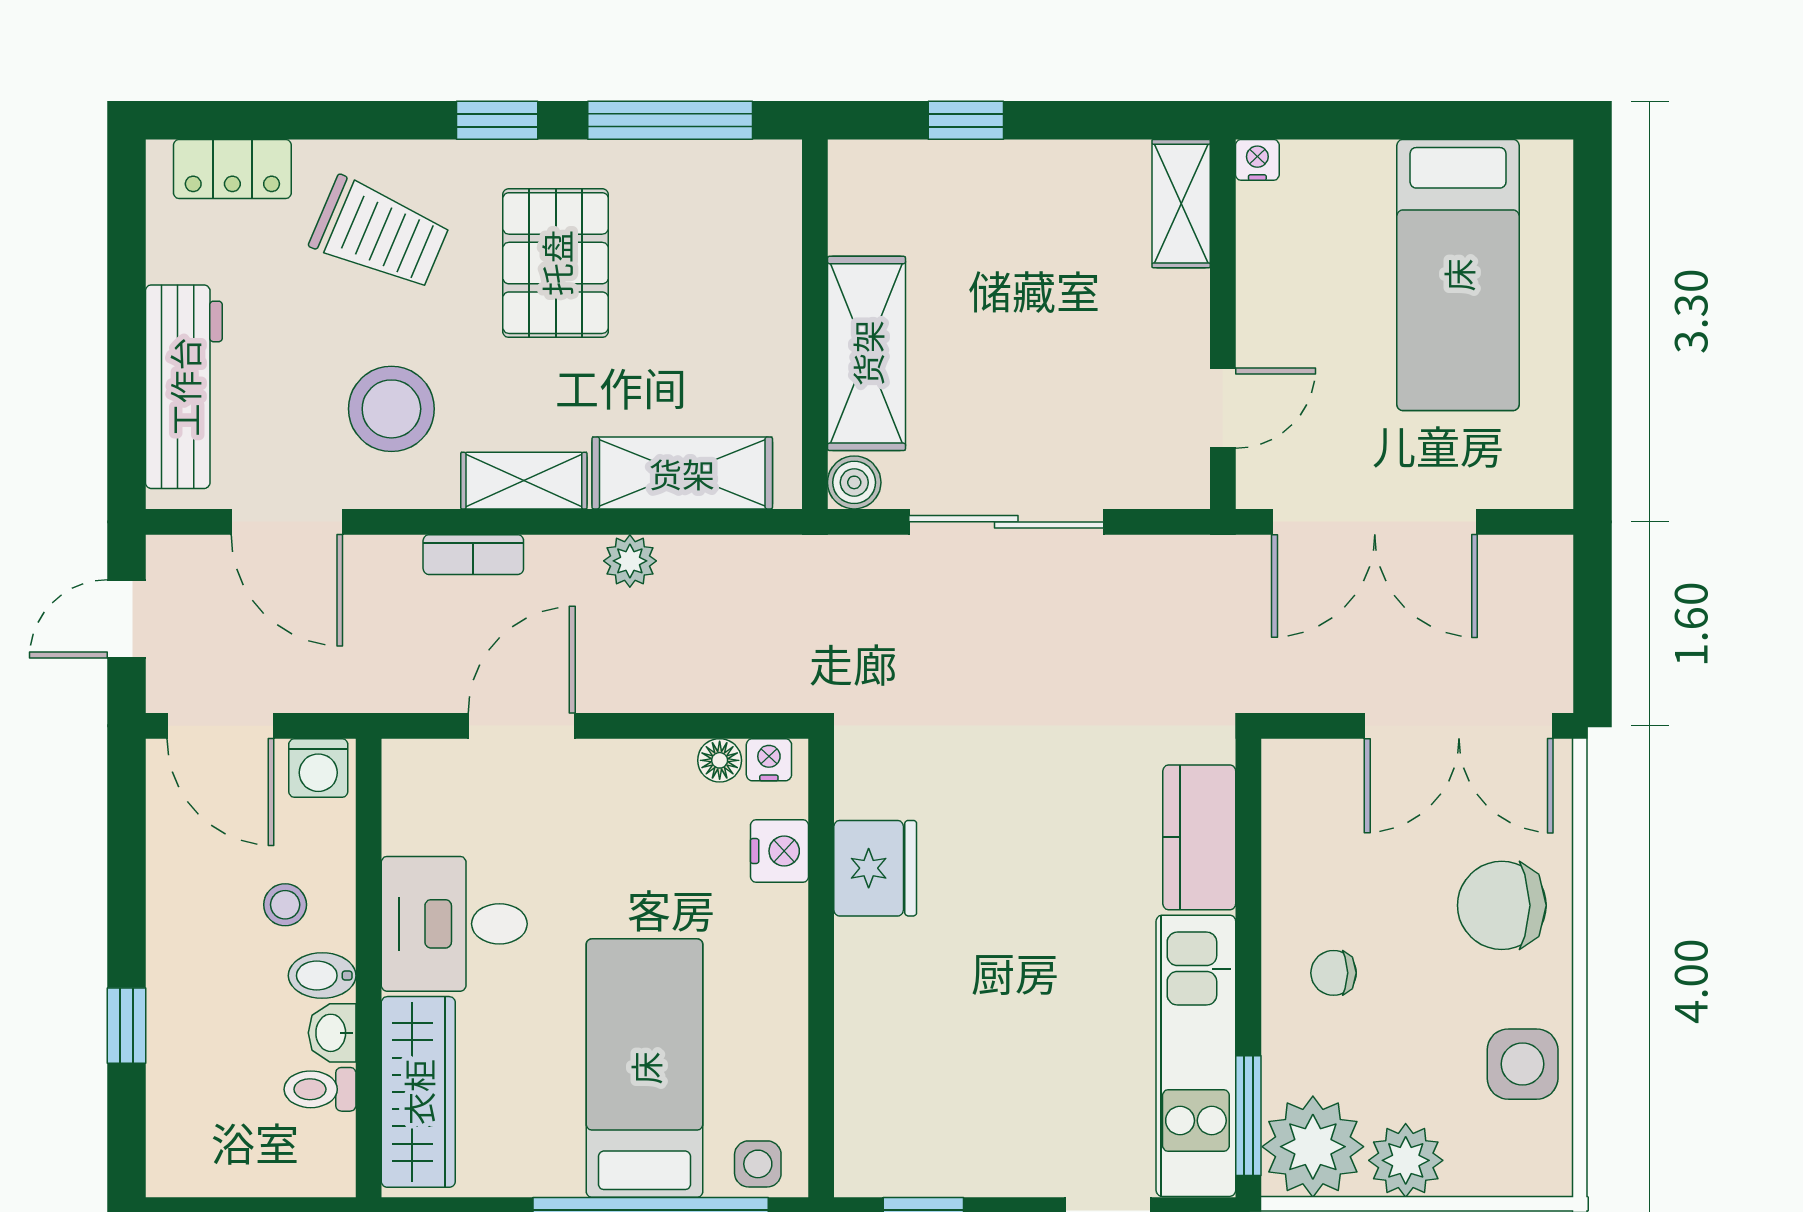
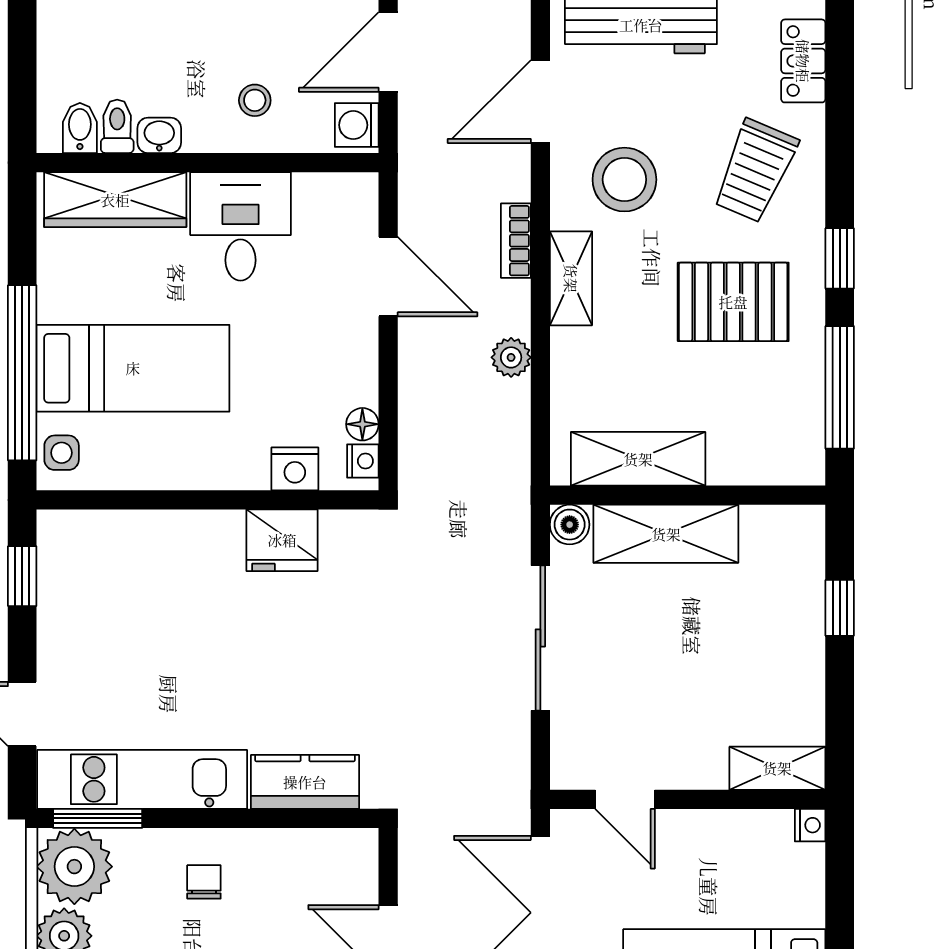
shelving: (682, 473) -> (638, 459), moved, turned 90
bidet: (322, 976) -> (80, 128), moved

